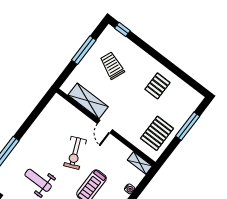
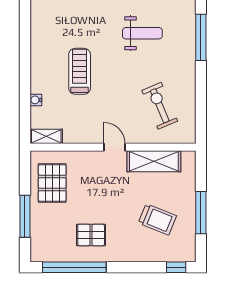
window: (182, 75) -> (74, 267), added
pallet: (157, 86) -> (91, 235), turned 90
exercise bike: (75, 153) -> (160, 106), moved

